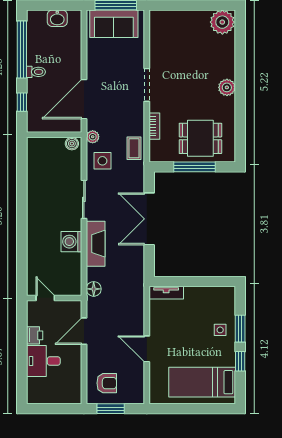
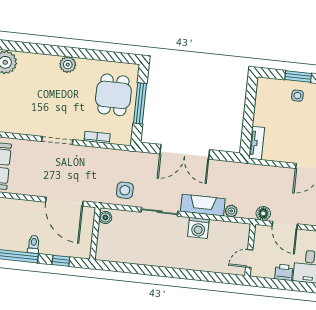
plant: (93, 137) -> (231, 211), moved
coffee table: (134, 148) -> (116, 159), removed
floor lamp: (94, 289) -> (263, 213), moved

